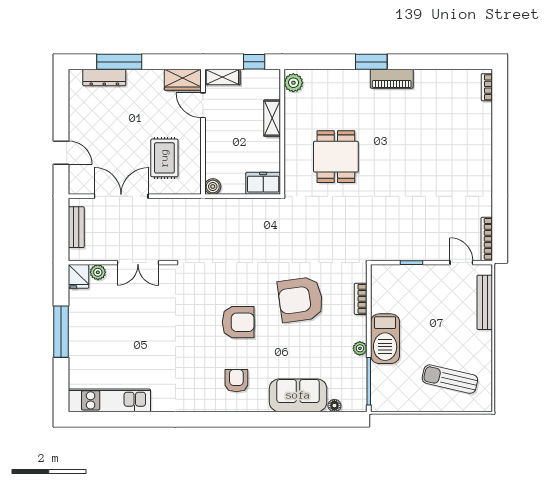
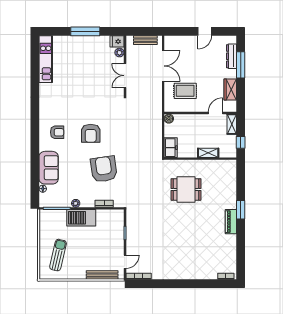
wardrobe: (183, 80) -> (230, 89), moved
plant: (293, 83) -> (229, 165), removed
door: (61, 153) -> (205, 31), moved

